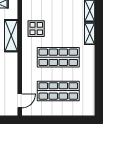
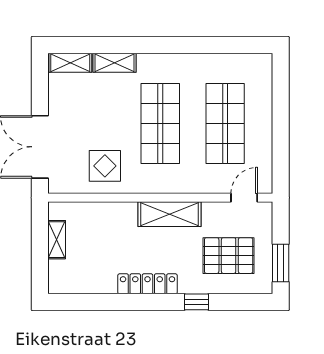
shelving: (11, 36) -> (170, 214), moved
door: (20, 101) -> (244, 198), hinge flipped

